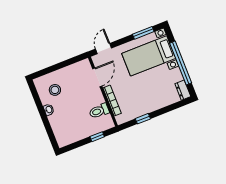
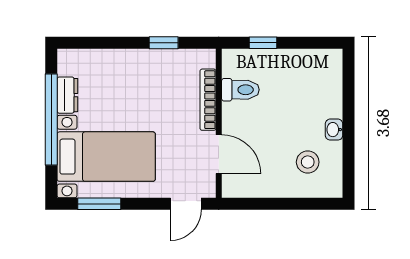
door: (97, 77) -> (219, 154), swing flipped
dresser: (183, 90) -> (67, 95), moved

